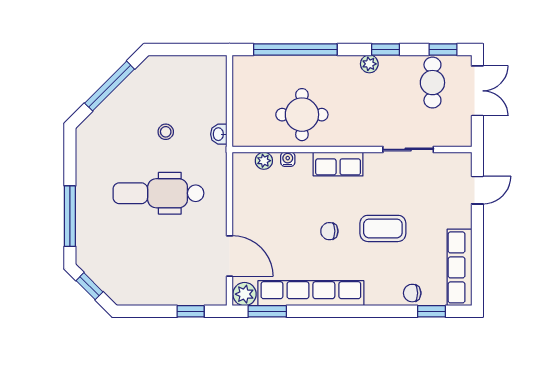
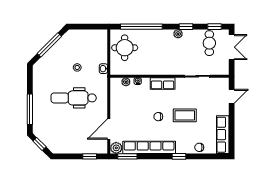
round table: (302, 115) -> (125, 48), moved
door: (230, 256) -> (109, 129), swing flipped
window: (432, 311) -> (179, 156), moved

